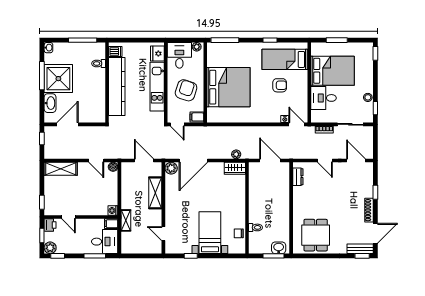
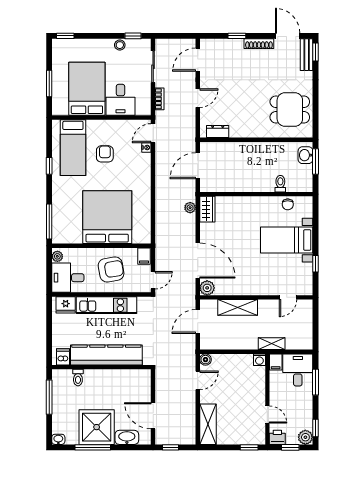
armchair: (186, 90) -> (111, 269), turned 152
door: (69, 217) -> (267, 415), hinge flipped

